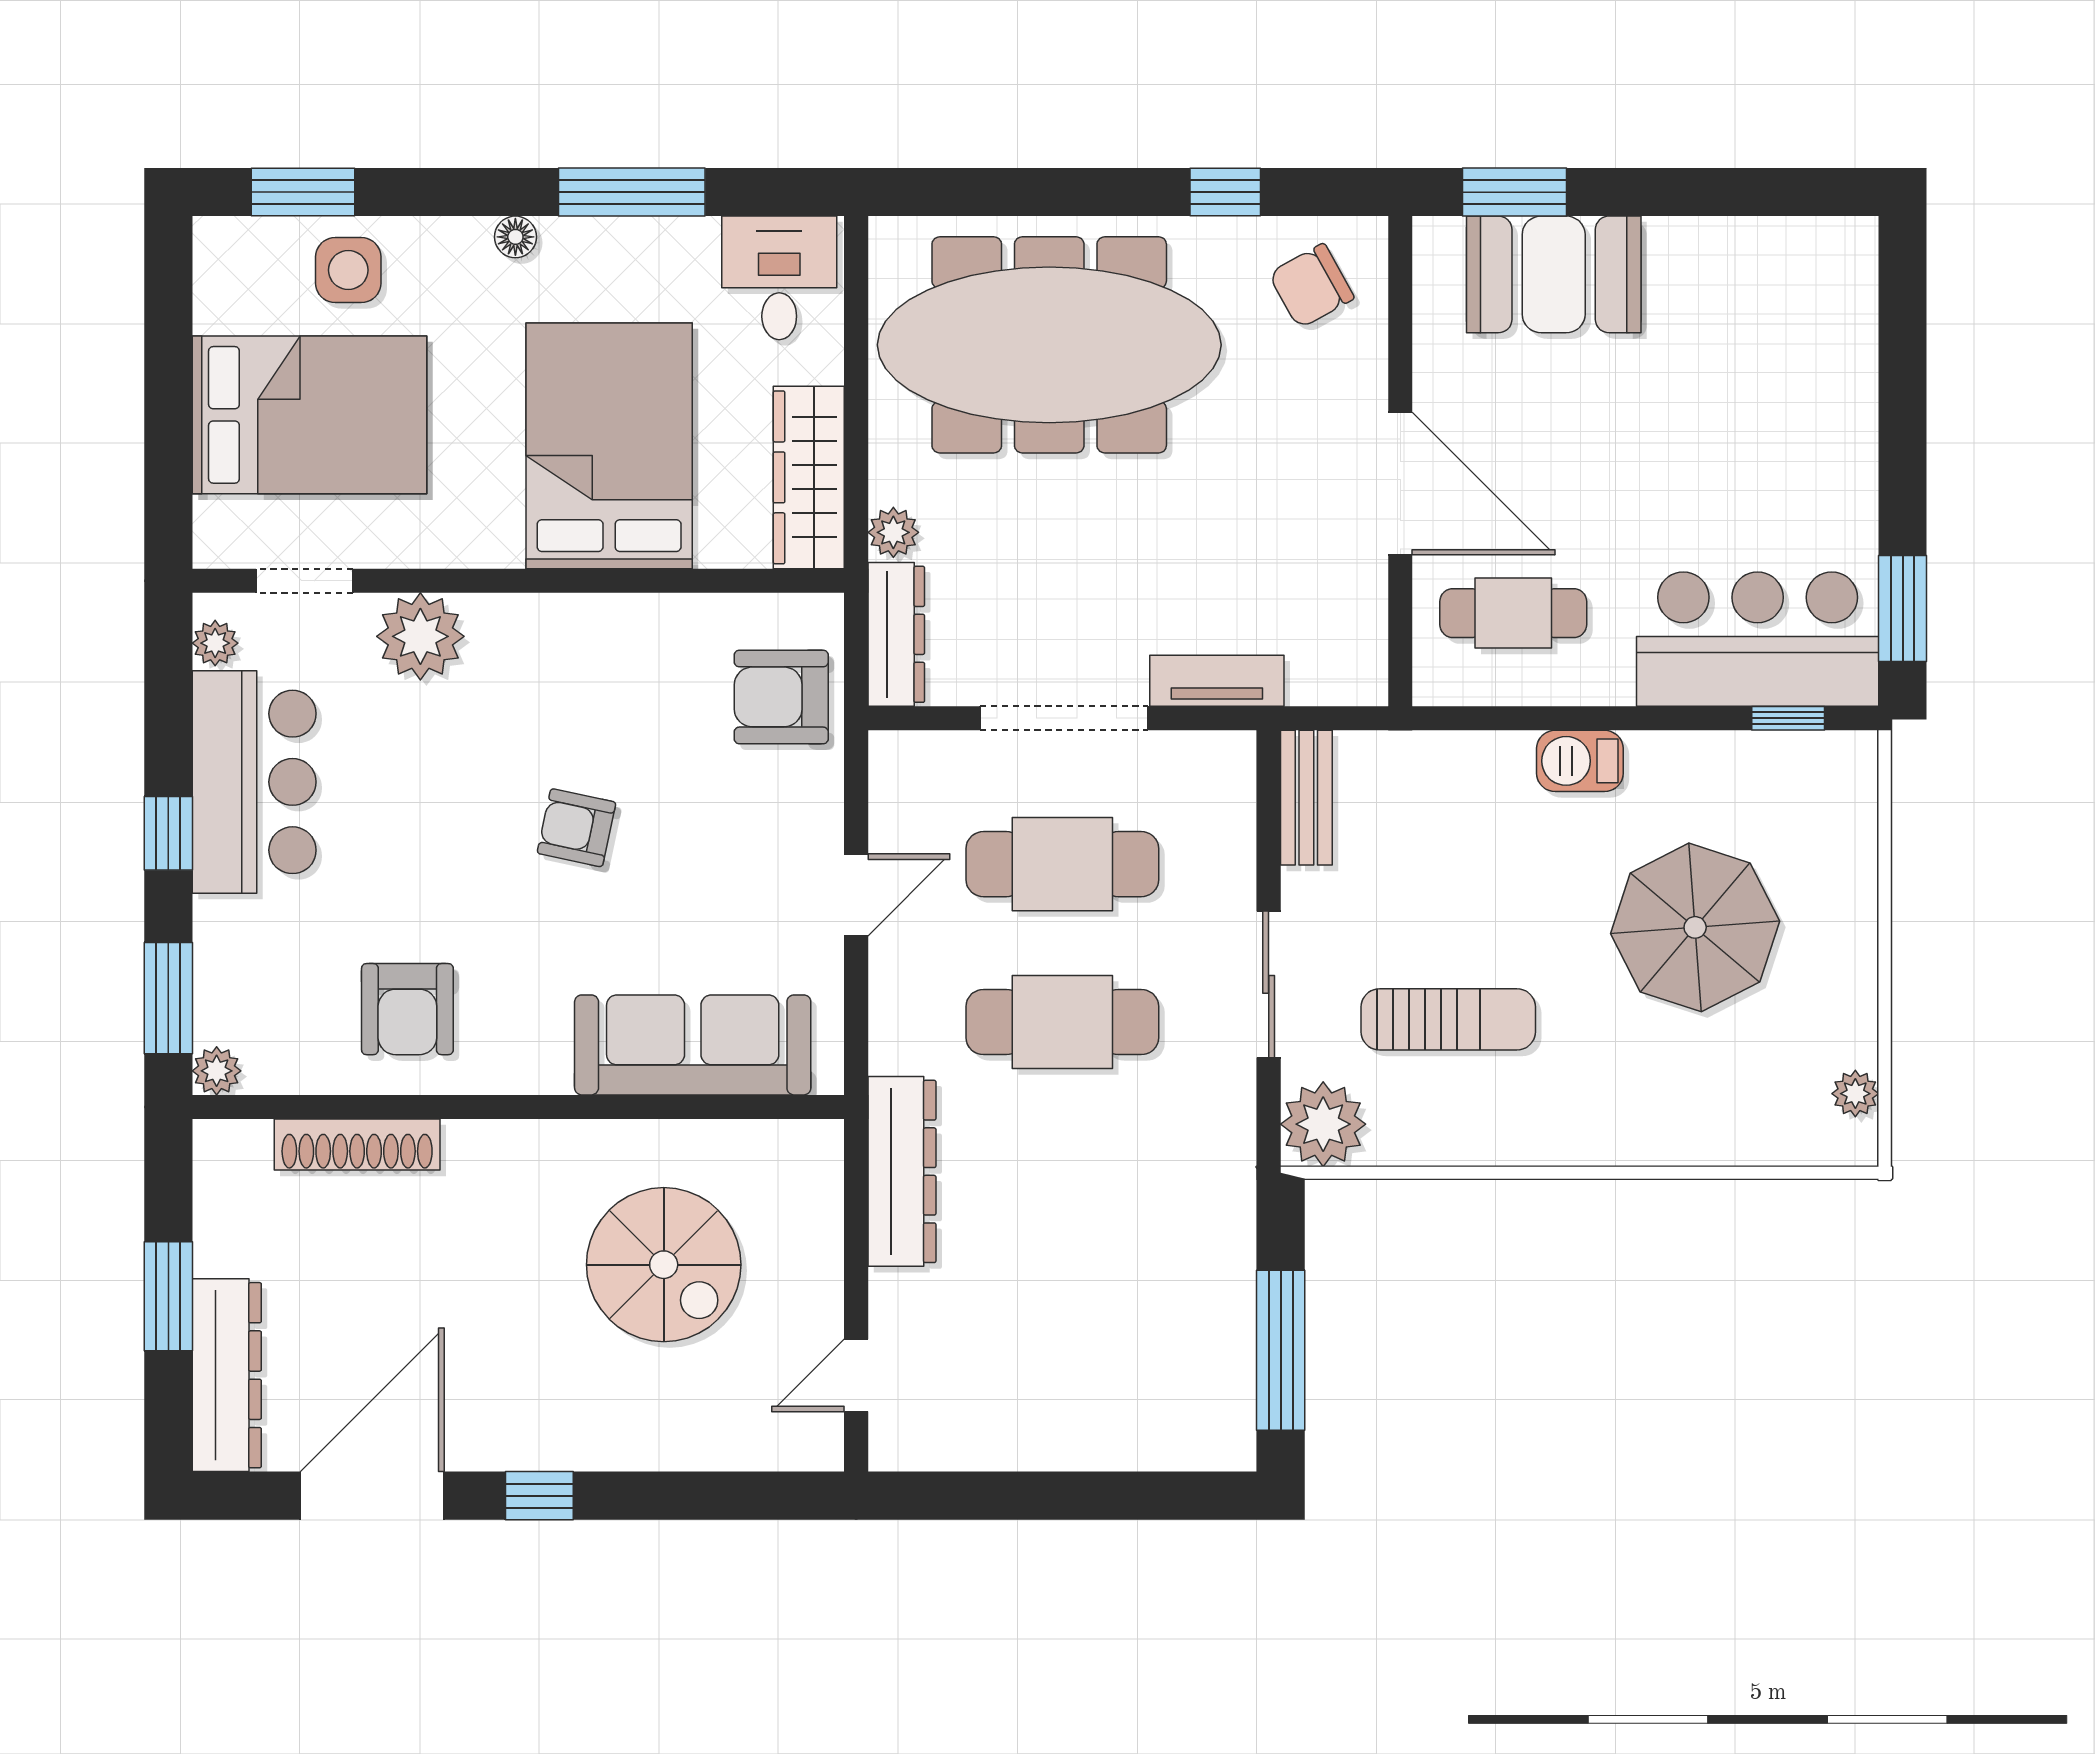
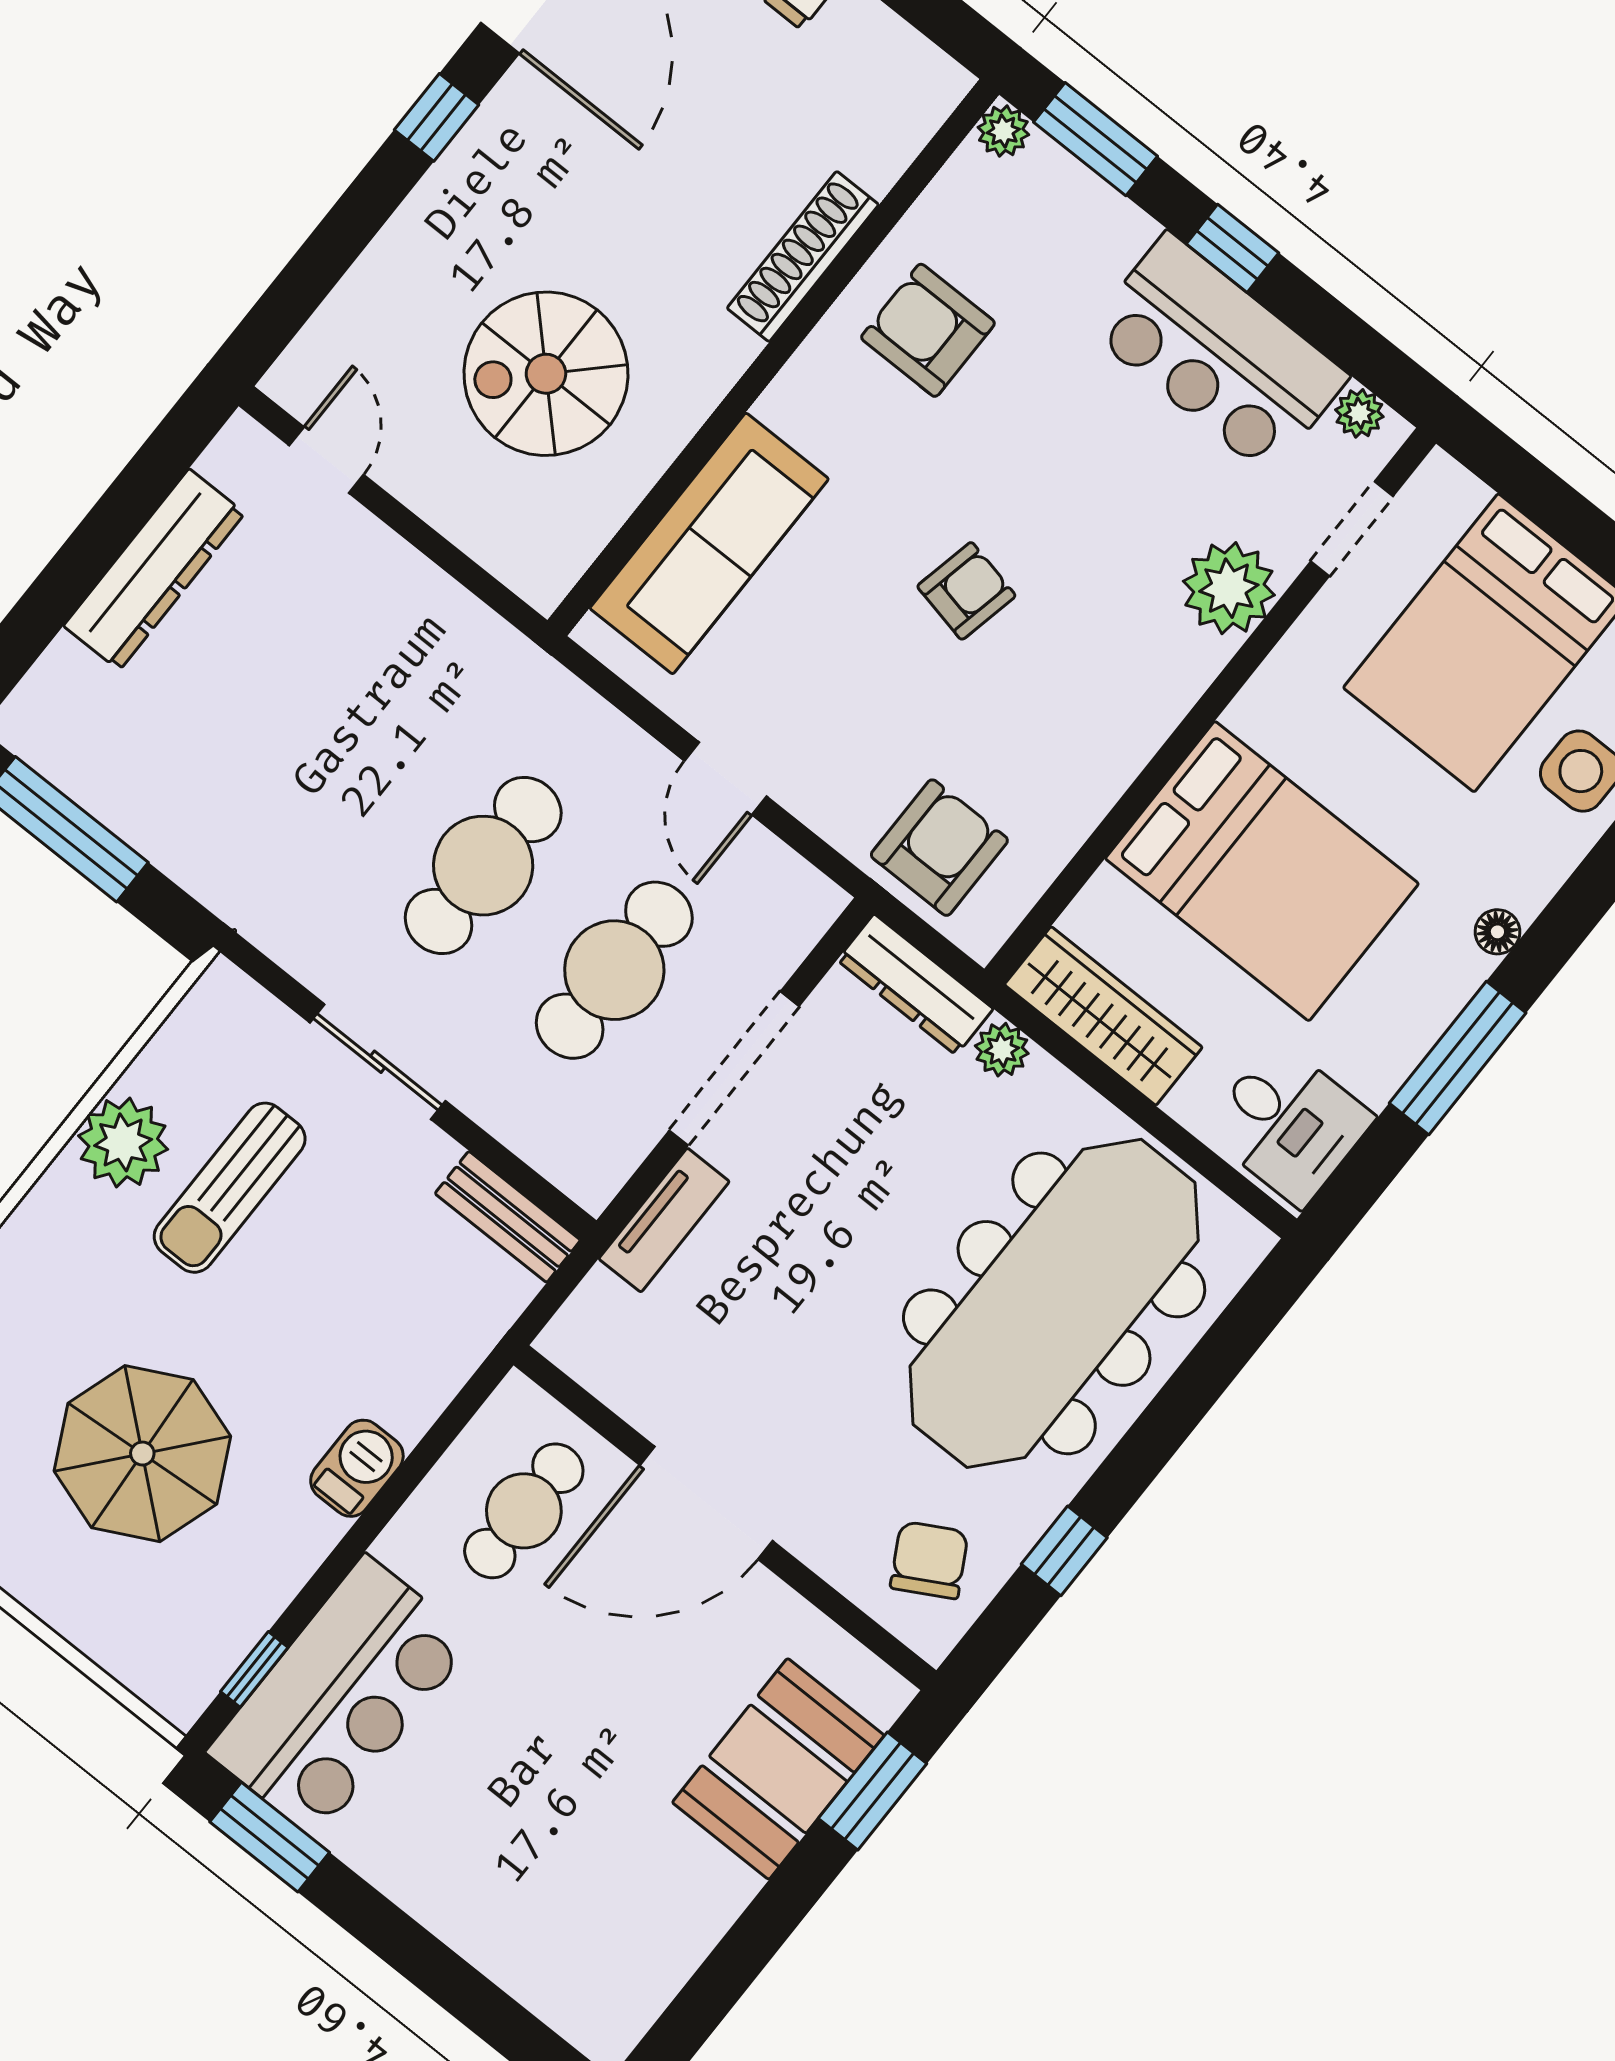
plant: (1323, 1124) -> (123, 1142), moved
shoe rack: (357, 1145) -> (803, 256), moved
dresser: (902, 1171) -> (154, 569), moved, turned -90

